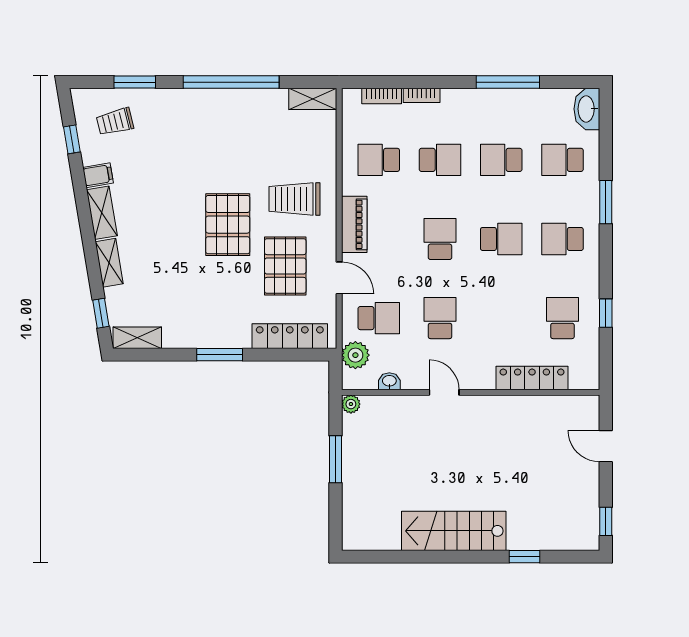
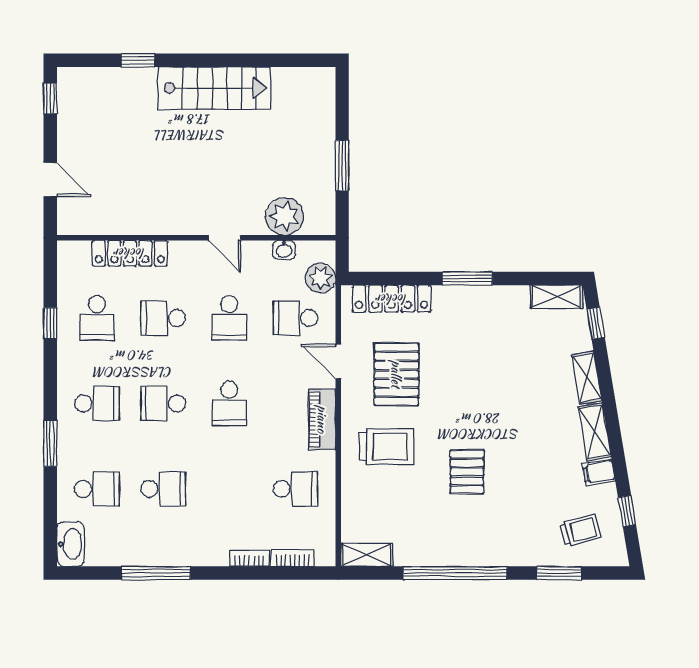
school desk: (440, 160) -> (163, 318), moved
pallet: (228, 225) -> (467, 472), moved, width x0.67, depth x0.71
plant: (351, 404) -> (284, 216), moved, width x1.87, depth x1.87

